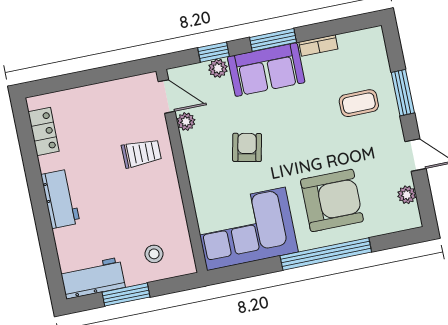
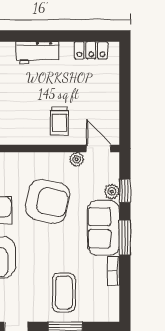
door: (167, 96) -> (98, 148), swing flipped
coffee table: (359, 103) -> (64, 293), width x1.36, depth x1.30
armchair: (247, 147) -> (48, 201), width x1.88, depth x1.88

